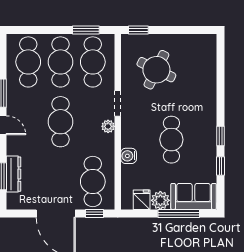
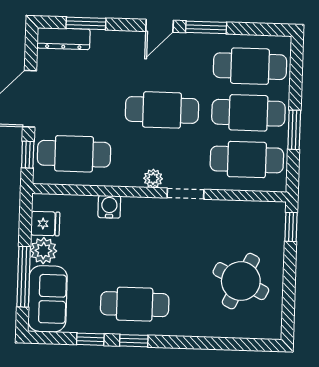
window: (86, 30) -> (294, 130), moved
round table: (156, 70) -> (241, 281), moved
cafe table: (171, 140) -> (135, 304), moved
dresser: (13, 174) -> (64, 39), moved

